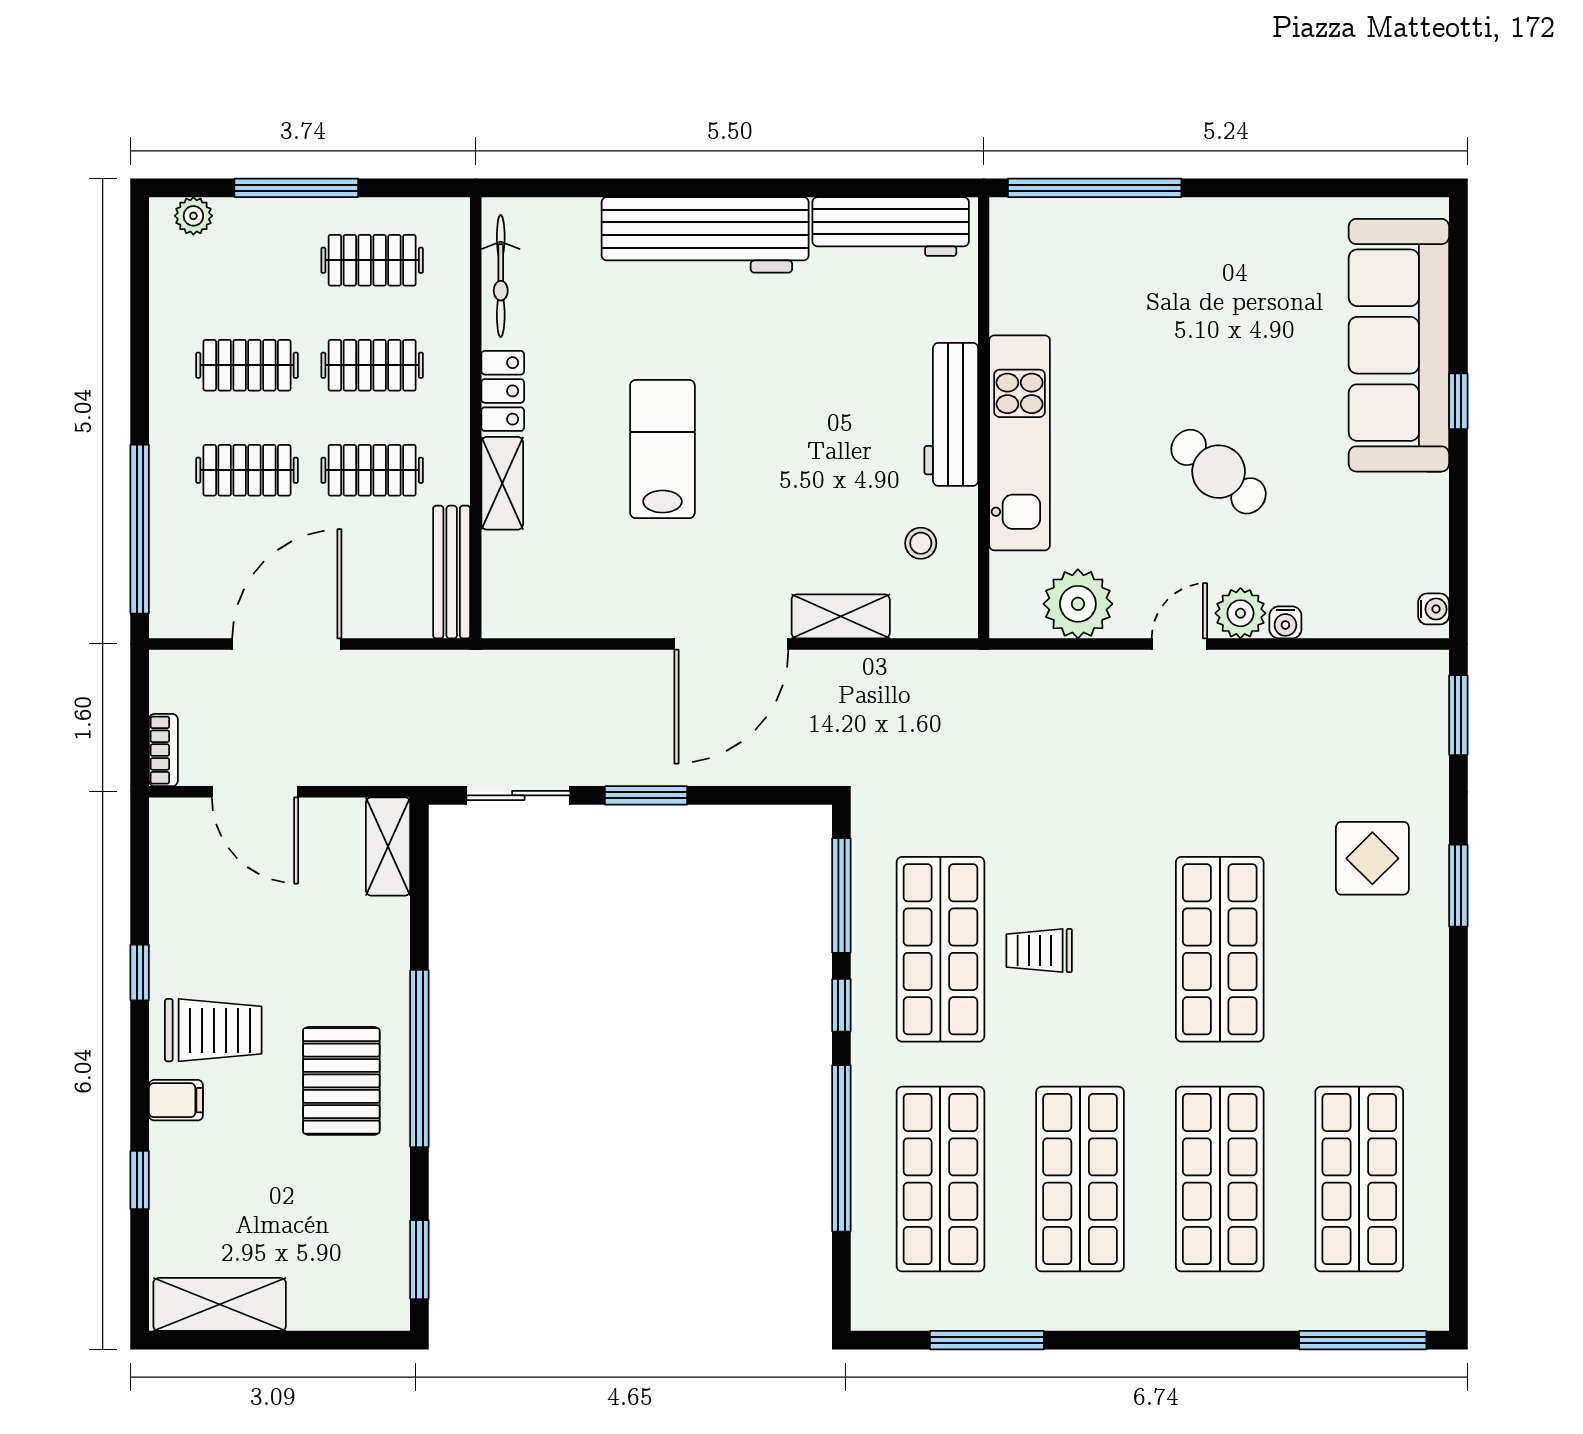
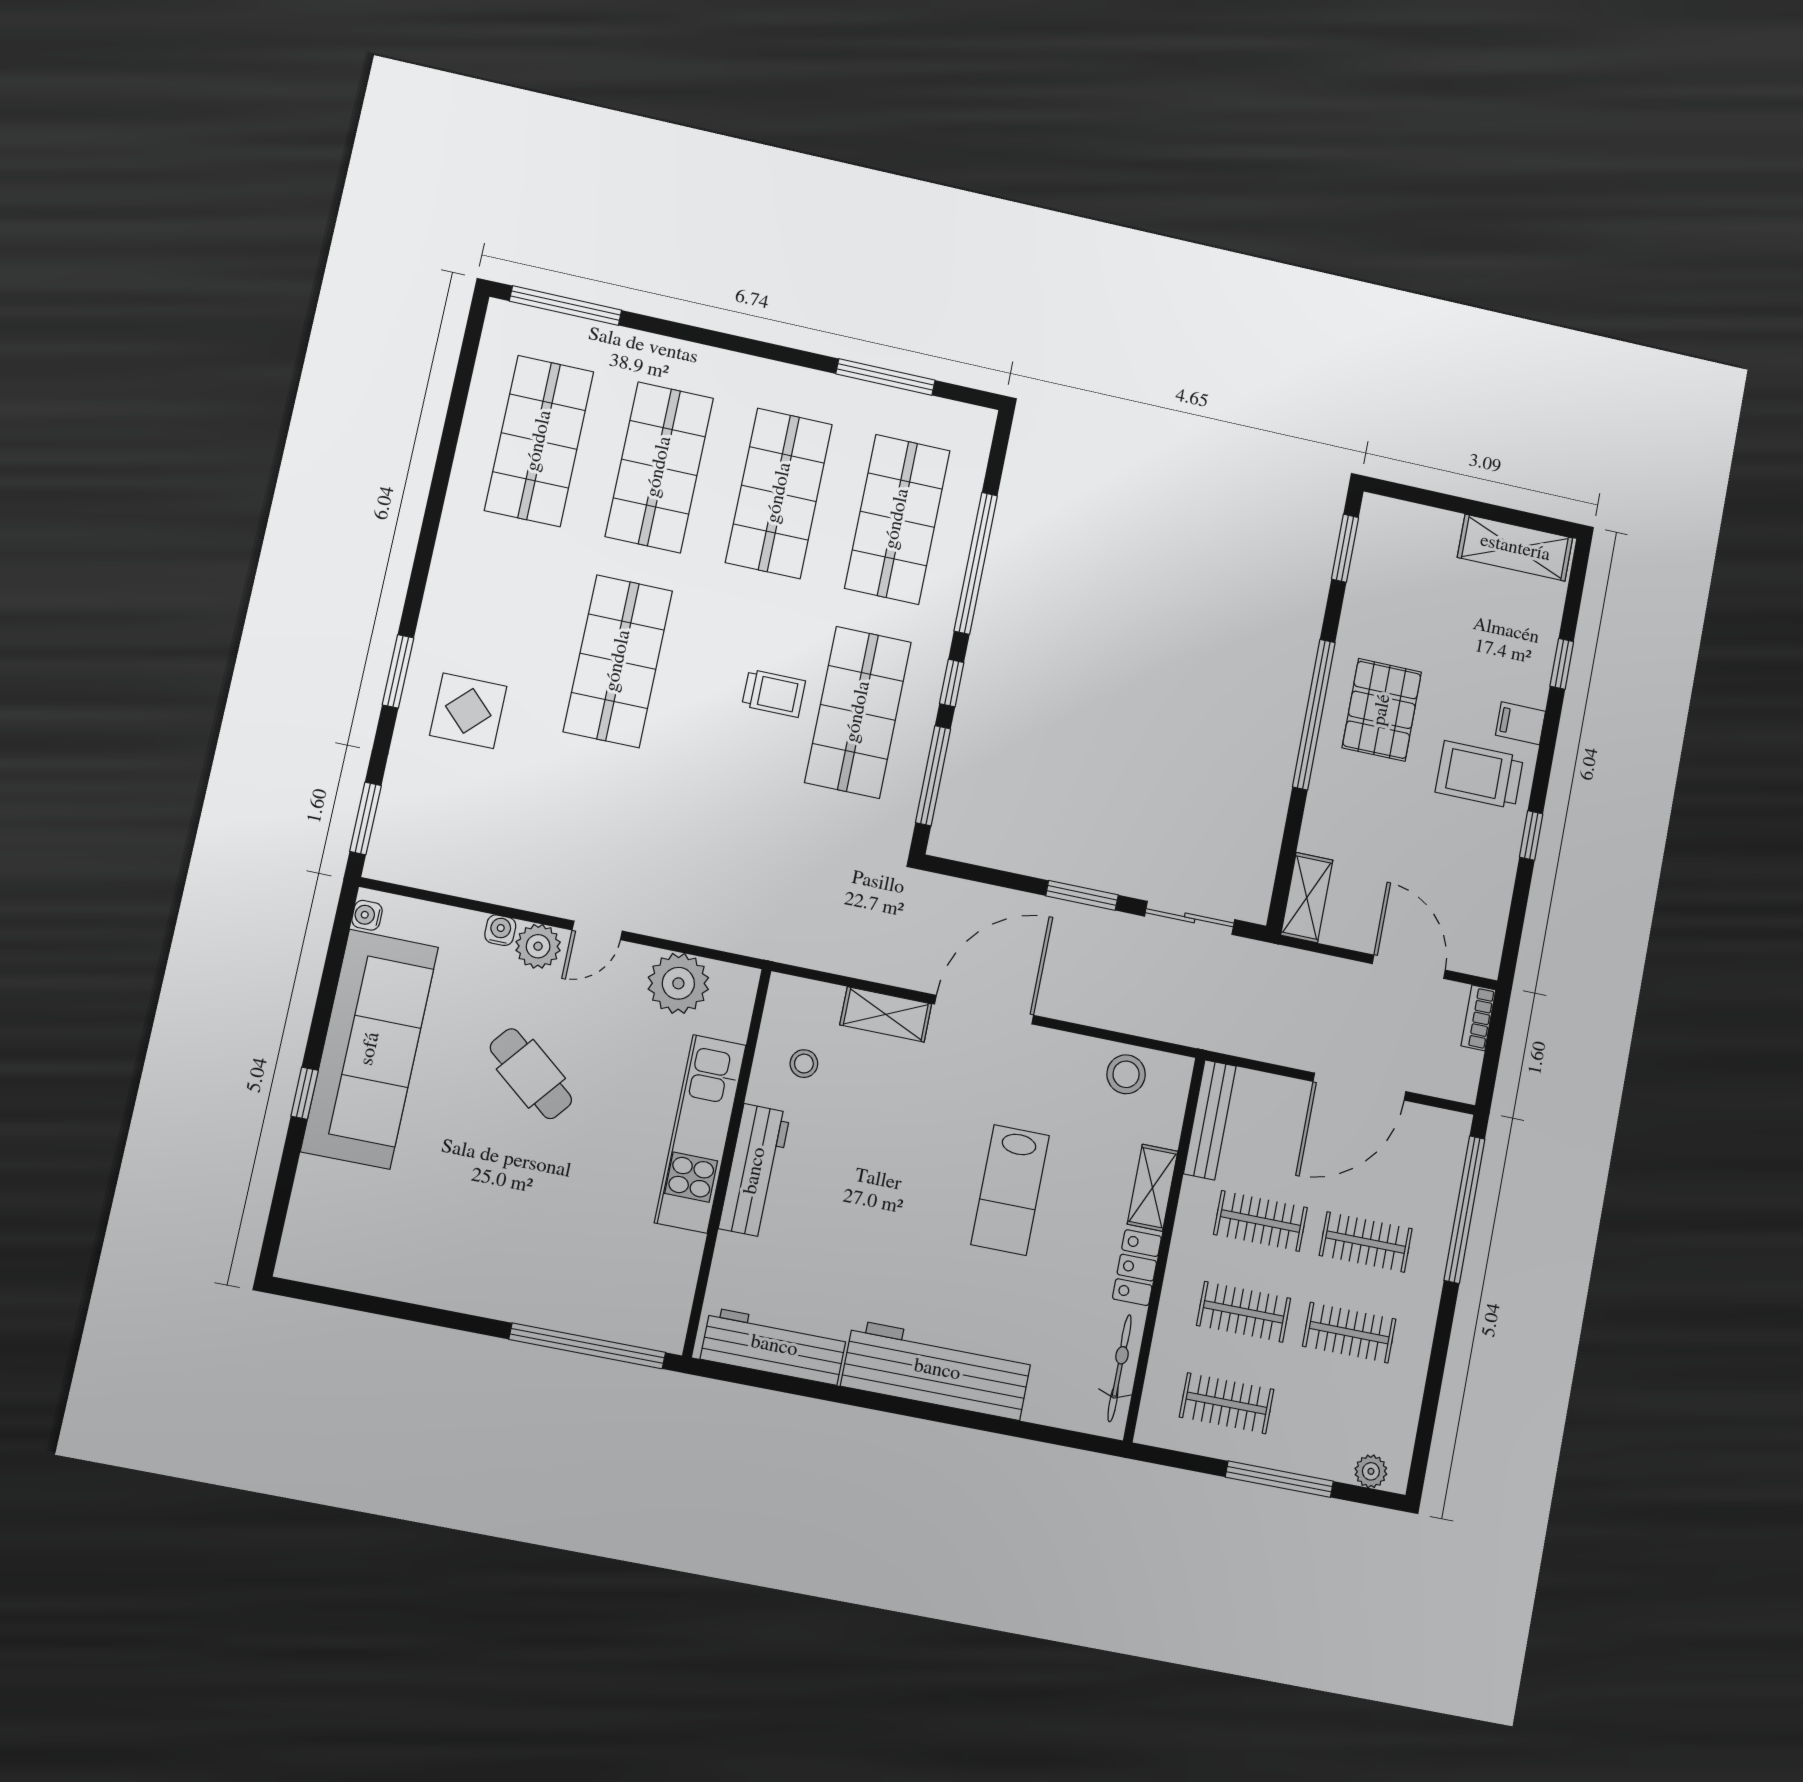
sofa: (1399, 345) -> (370, 1049), moved
stool: (557, 604) -> (1126, 1074), added

